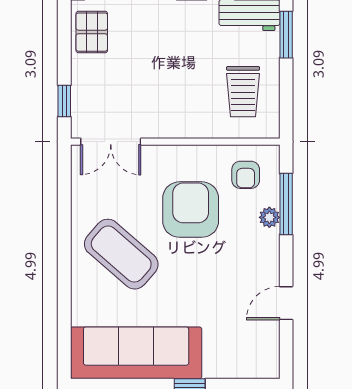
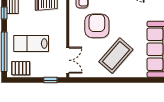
lab bench: (150, 56) -> (31, 43), added
armchair: (191, 210) -> (97, 26), turned 90

